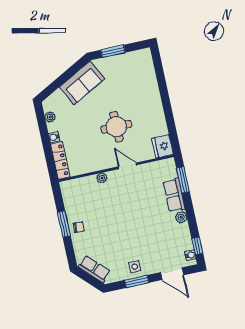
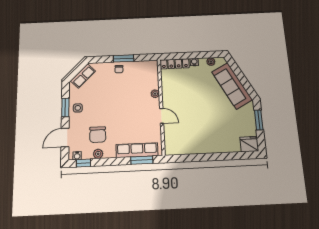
sofa: (82, 83) -> (232, 86), width x1.36
round table: (116, 127) -> (195, 112), removed
fridge: (162, 146) -> (249, 144), moved
door: (127, 166) -> (162, 116), hinge flipped
row of seats: (174, 195) -> (137, 150), width x1.48
plant: (181, 217) -> (98, 154), moved
chair: (162, 236) -> (98, 135), added

